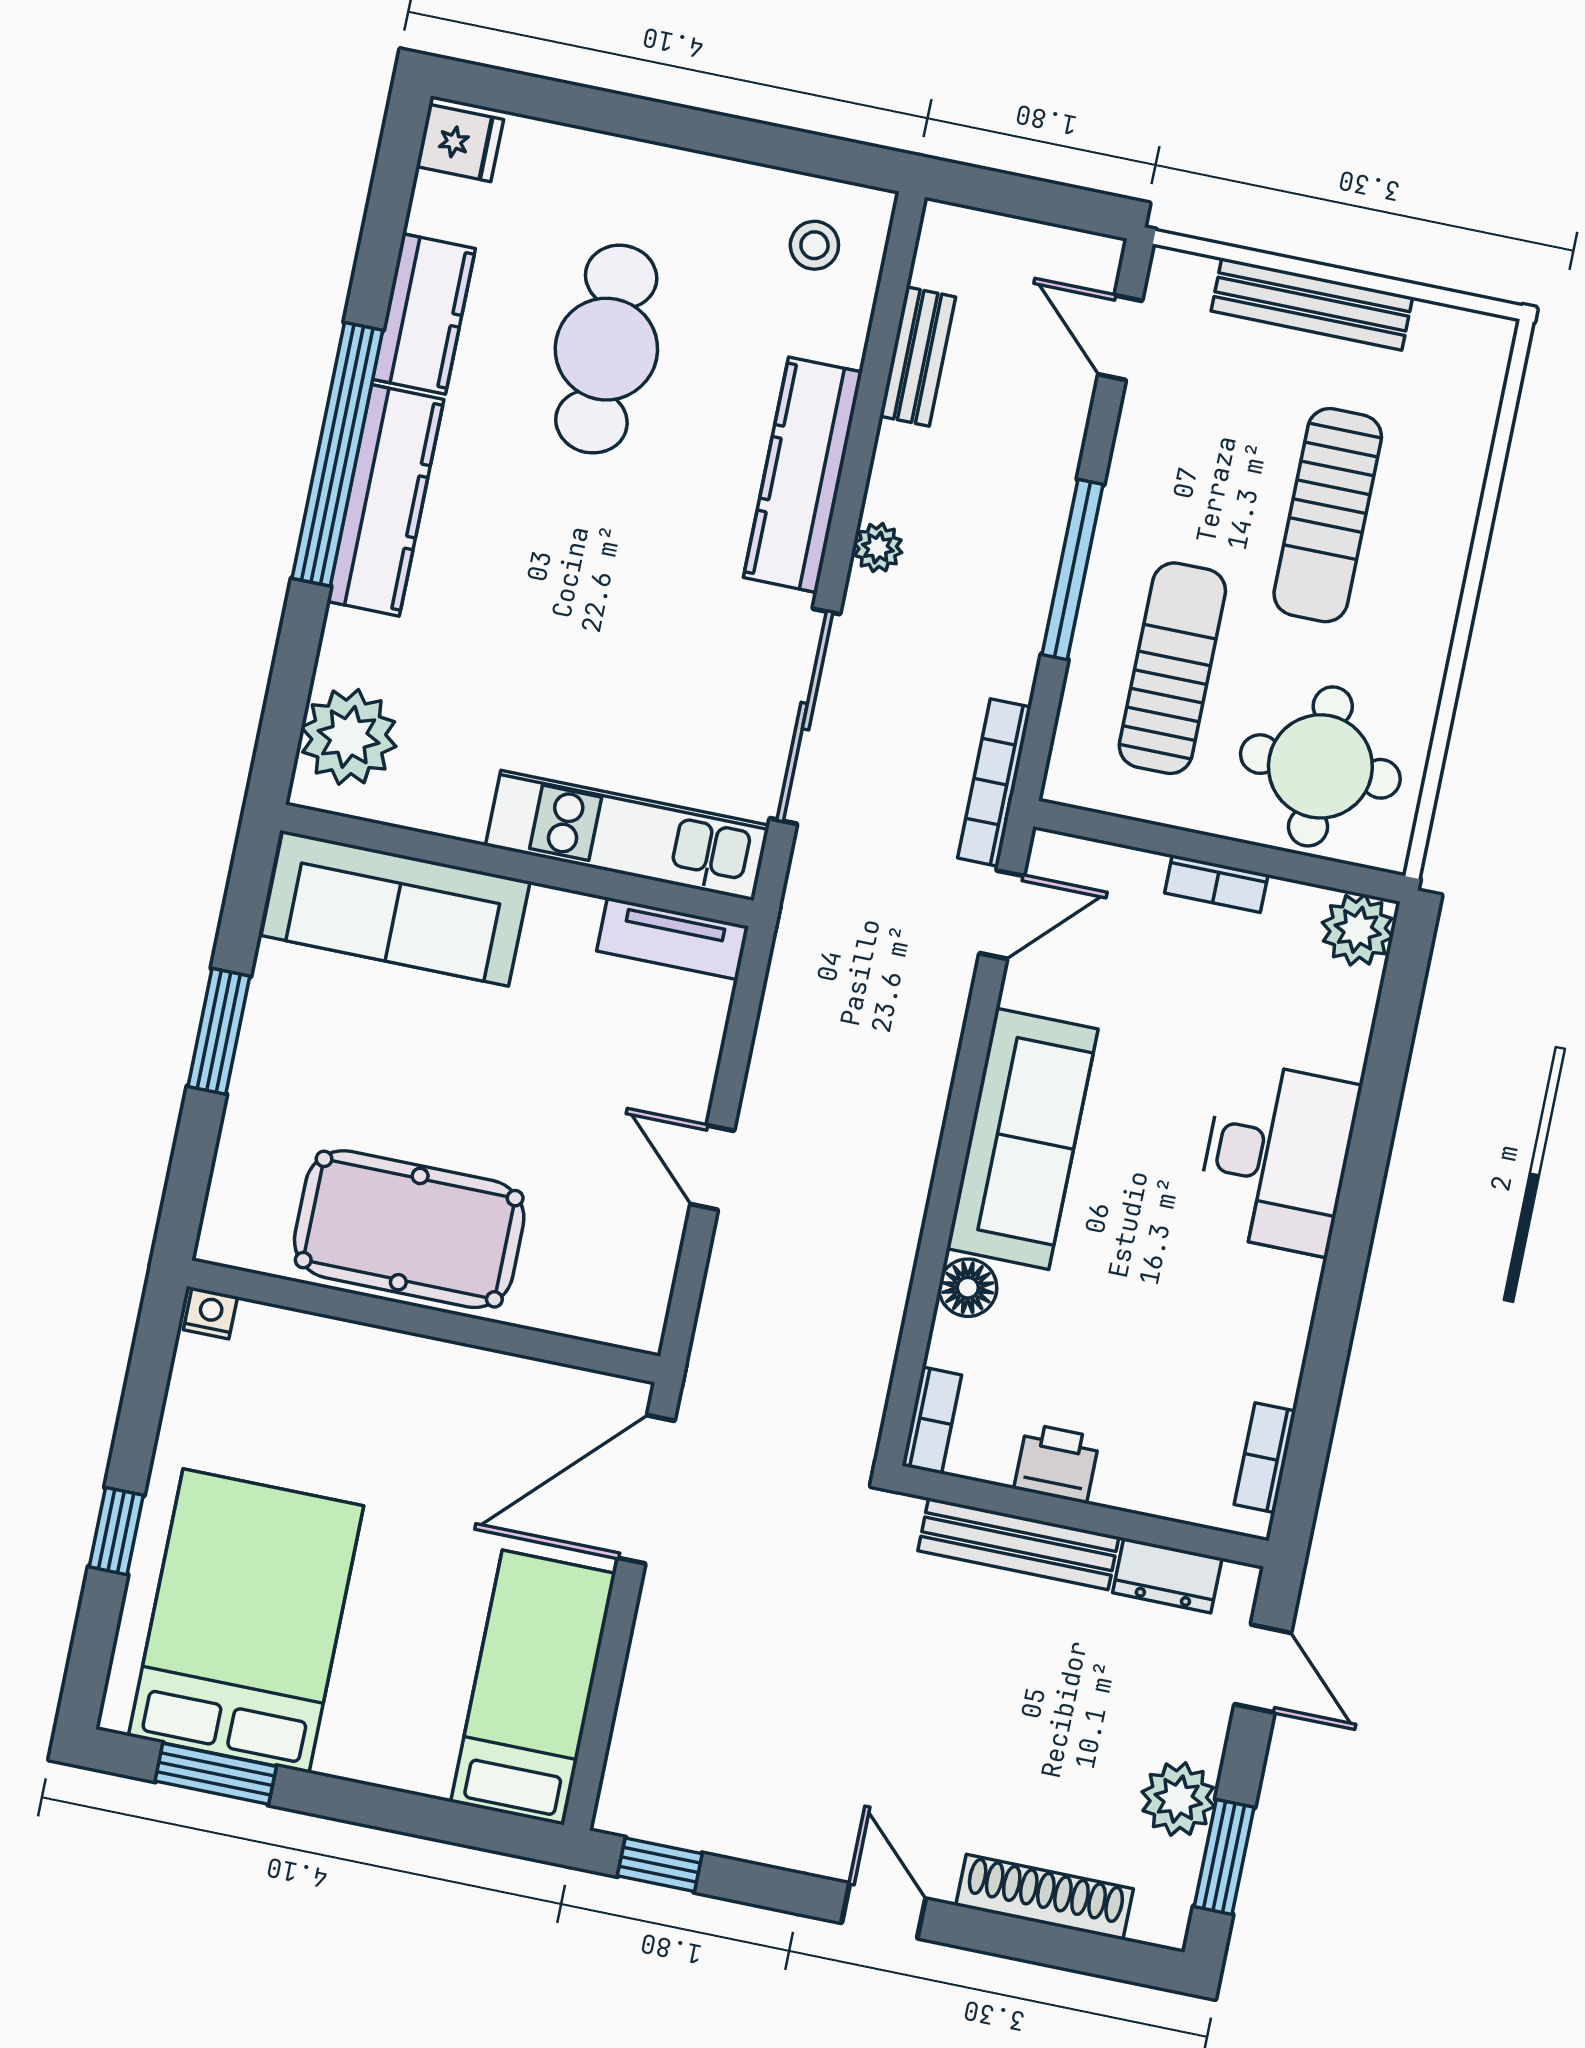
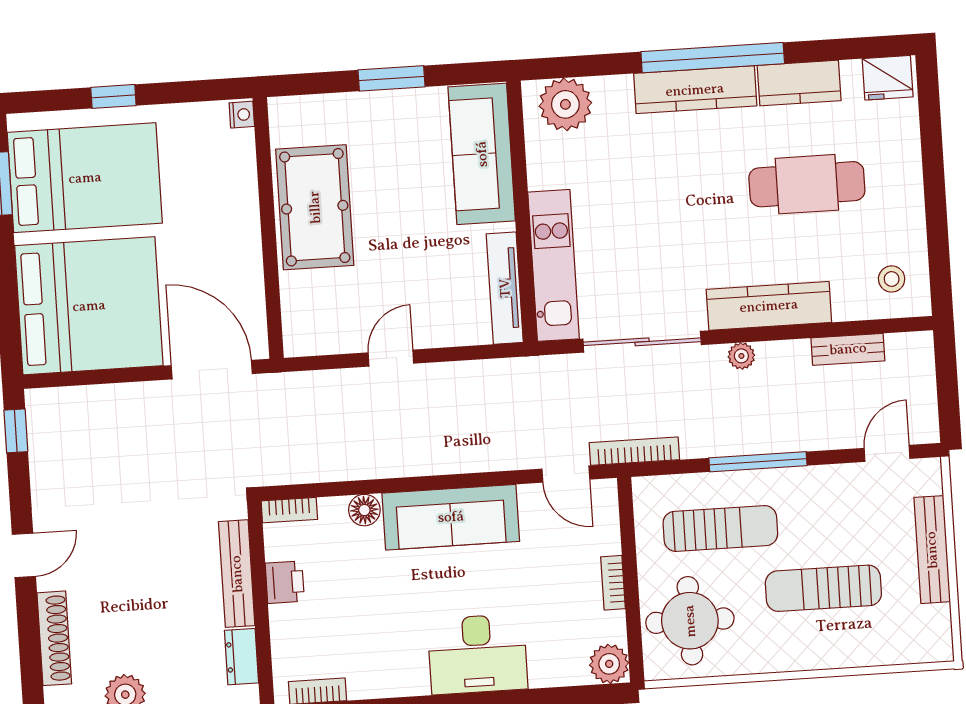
fridge: (460, 143) -> (888, 78), width x1.38
tv unit: (673, 939) -> (505, 288), width x1.41
bed: (533, 1688) -> (89, 306), width x2.04

